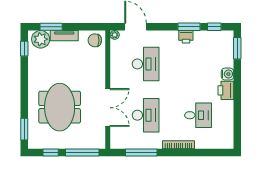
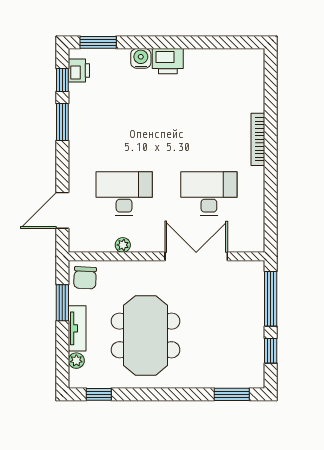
window: (51, 27) -> (62, 303), moved
plant: (115, 35) -> (123, 245), moved
printer: (186, 37) -> (79, 70), moved
plant: (41, 39) -> (76, 361), width x0.53, depth x0.53
meeting table: (60, 107) -> (146, 335), moved, turned 90
desk: (198, 115) -> (209, 107), removed
window: (141, 152) -> (271, 201), removed

